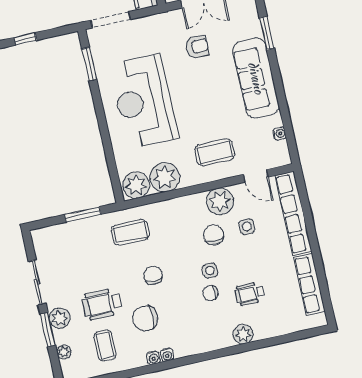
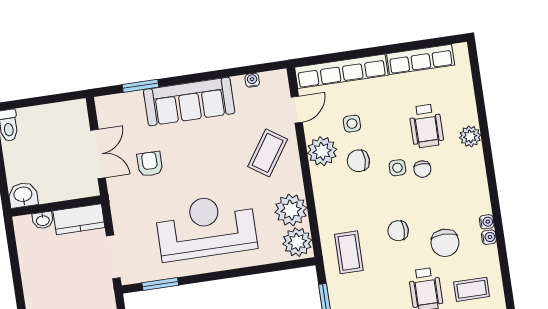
reception desk: (144, 102) -> (206, 227), turned 180
coffee table: (215, 152) -> (268, 153), turned 34
wheelchair: (250, 294) -> (426, 126), width x1.36, depth x1.37

